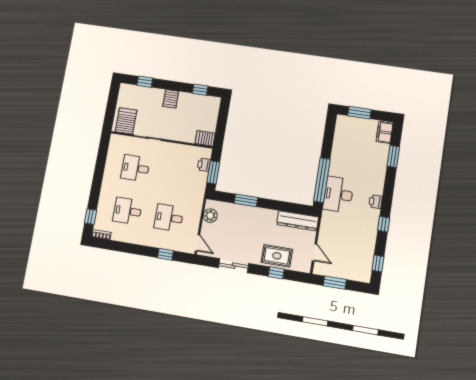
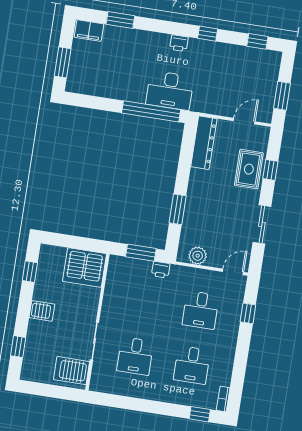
server rack: (205, 138) -> (85, 268), width x2.18, depth x1.44
printer: (204, 165) -> (161, 270), moved

